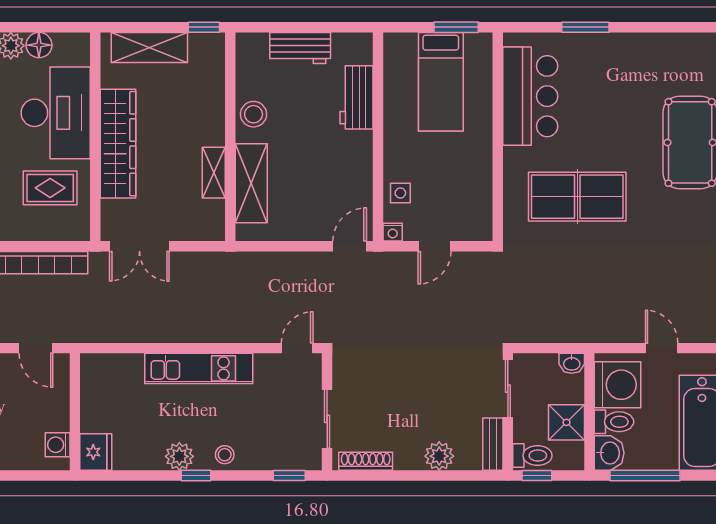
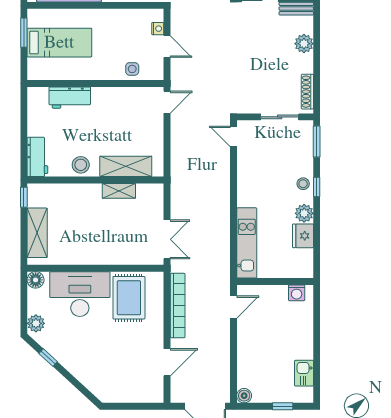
floor lamp: (39, 45) -> (36, 280), moved
workbench: (300, 48) -> (37, 157), moved
wardrobe: (118, 144) -> (100, 253), removed
rug: (50, 188) -> (129, 298), width x1.36, depth x1.43
nightstand: (393, 232) -> (158, 29), moved
door: (350, 246) -> (167, 102), swing flipped
kitchen unit: (199, 368) -> (247, 243), moved
fridge: (96, 452) -> (303, 236), moved, turned -90
window: (196, 475) -> (317, 187), moved
window: (289, 475) -> (317, 141), width x1.50

